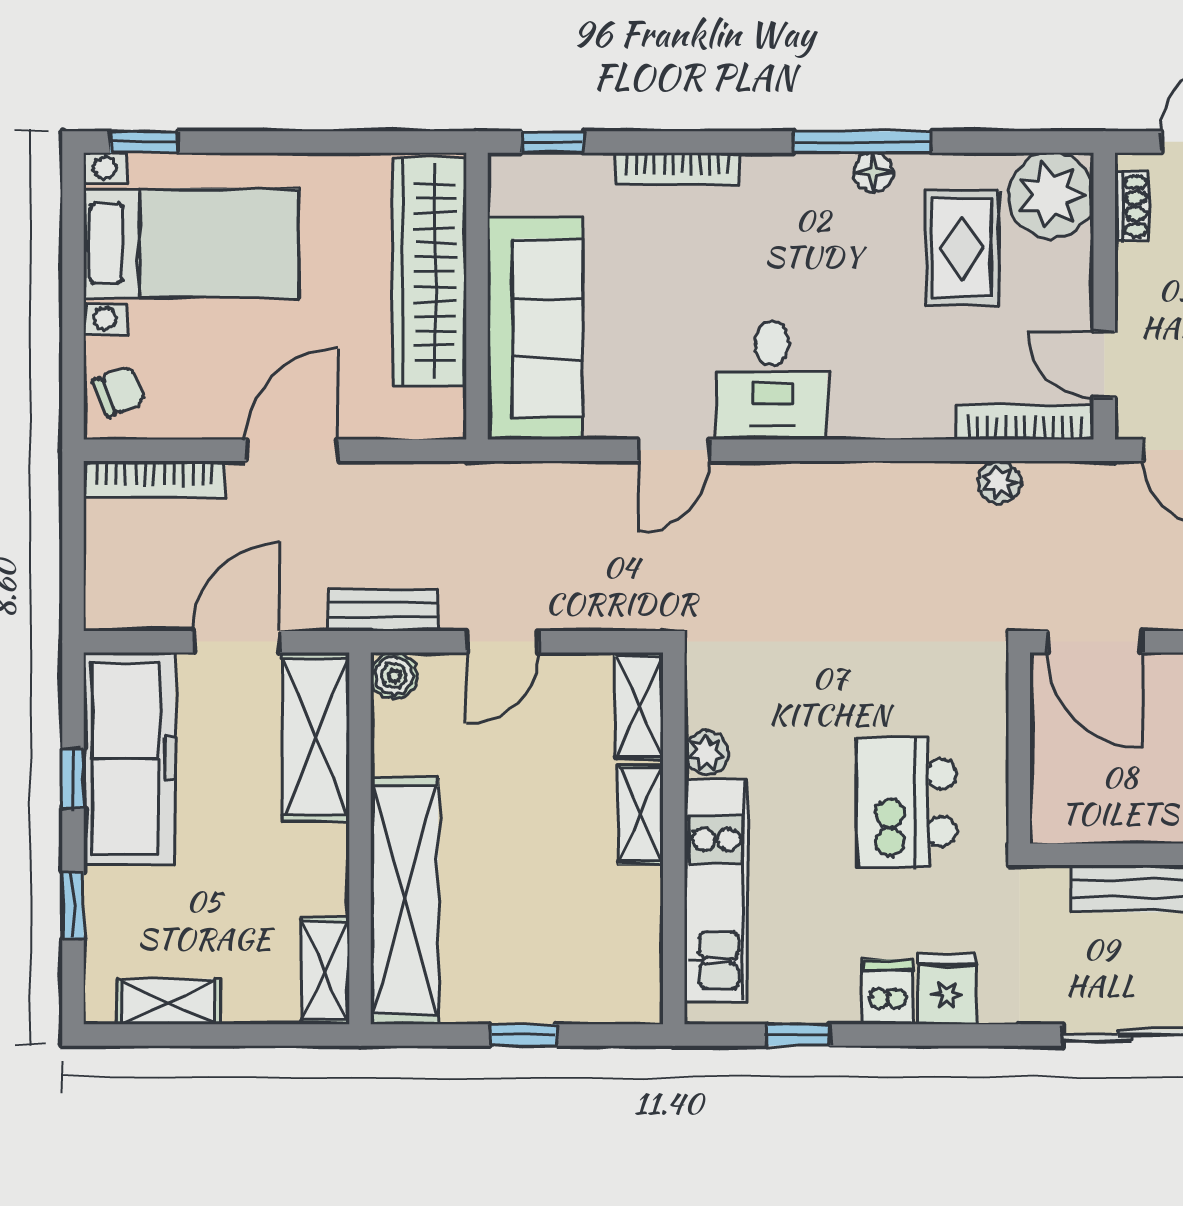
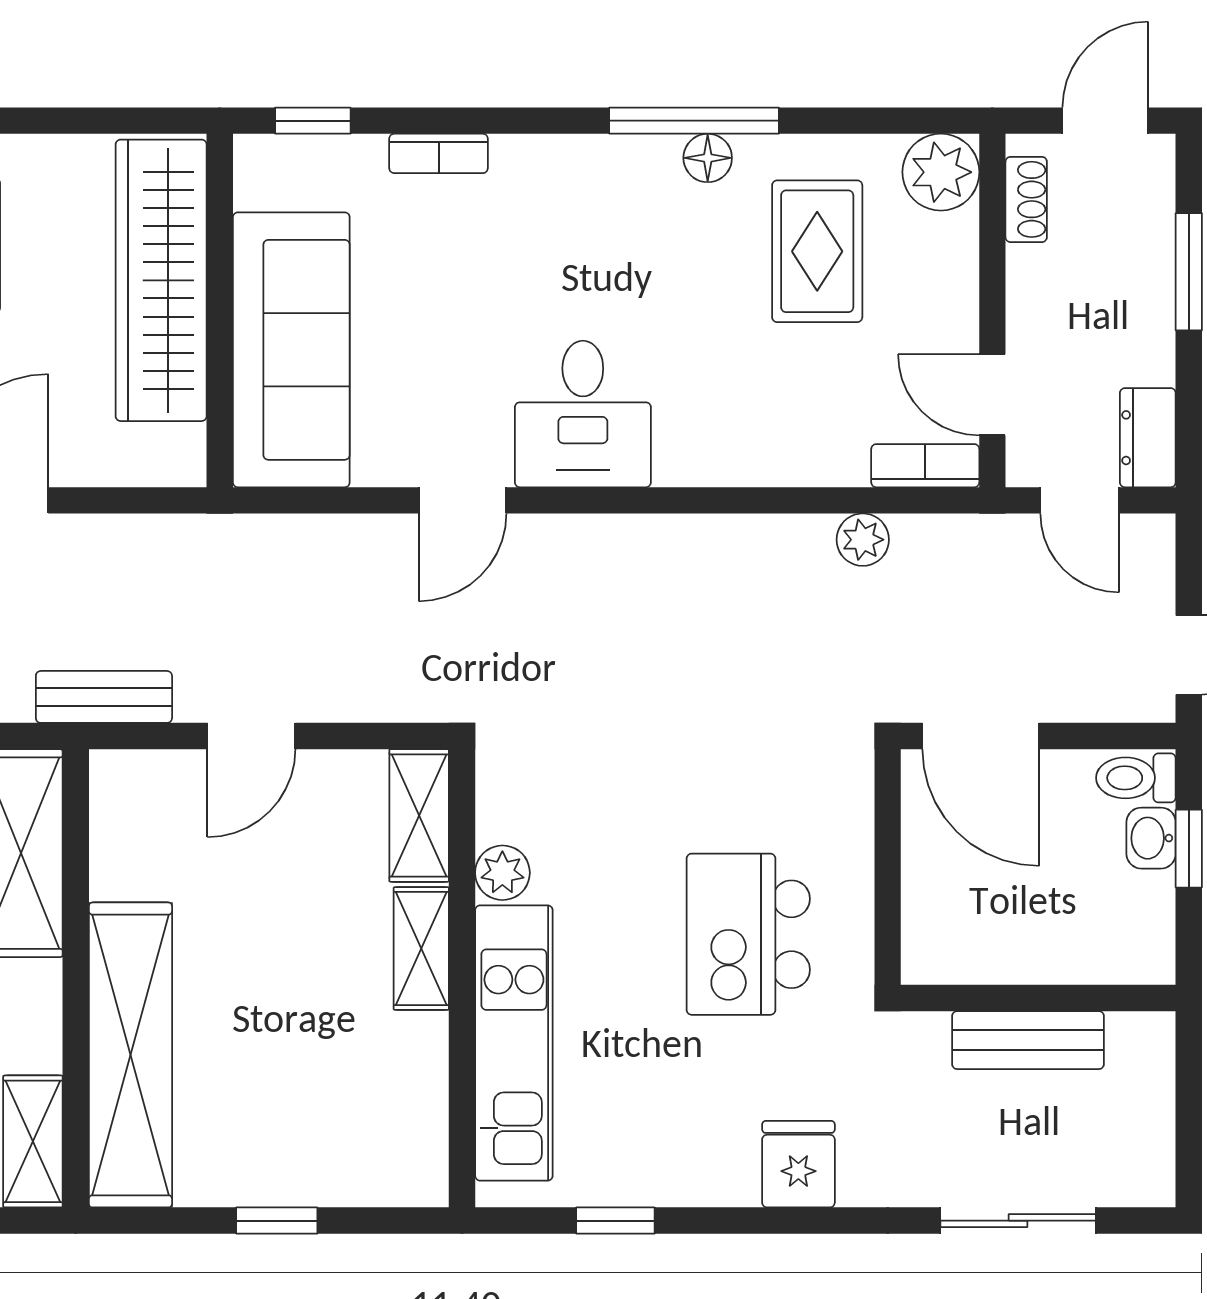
bookcase: (677, 169) -> (439, 153), width x0.64
plant: (1051, 195) -> (941, 172), width x0.73, depth x0.73
bookcase: (1025, 422) -> (925, 466), width x0.64
boiler: (394, 676) -> (118, 778), removed
dishwasher: (888, 992) -> (726, 1168), removed

